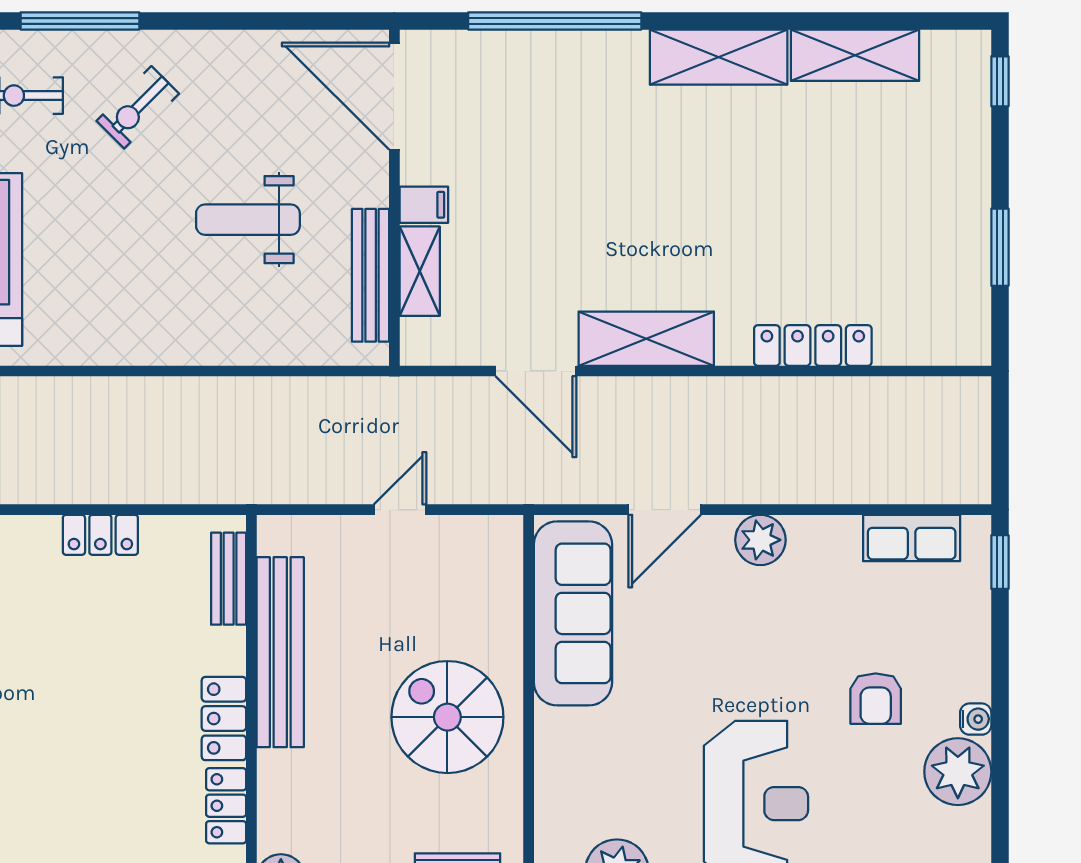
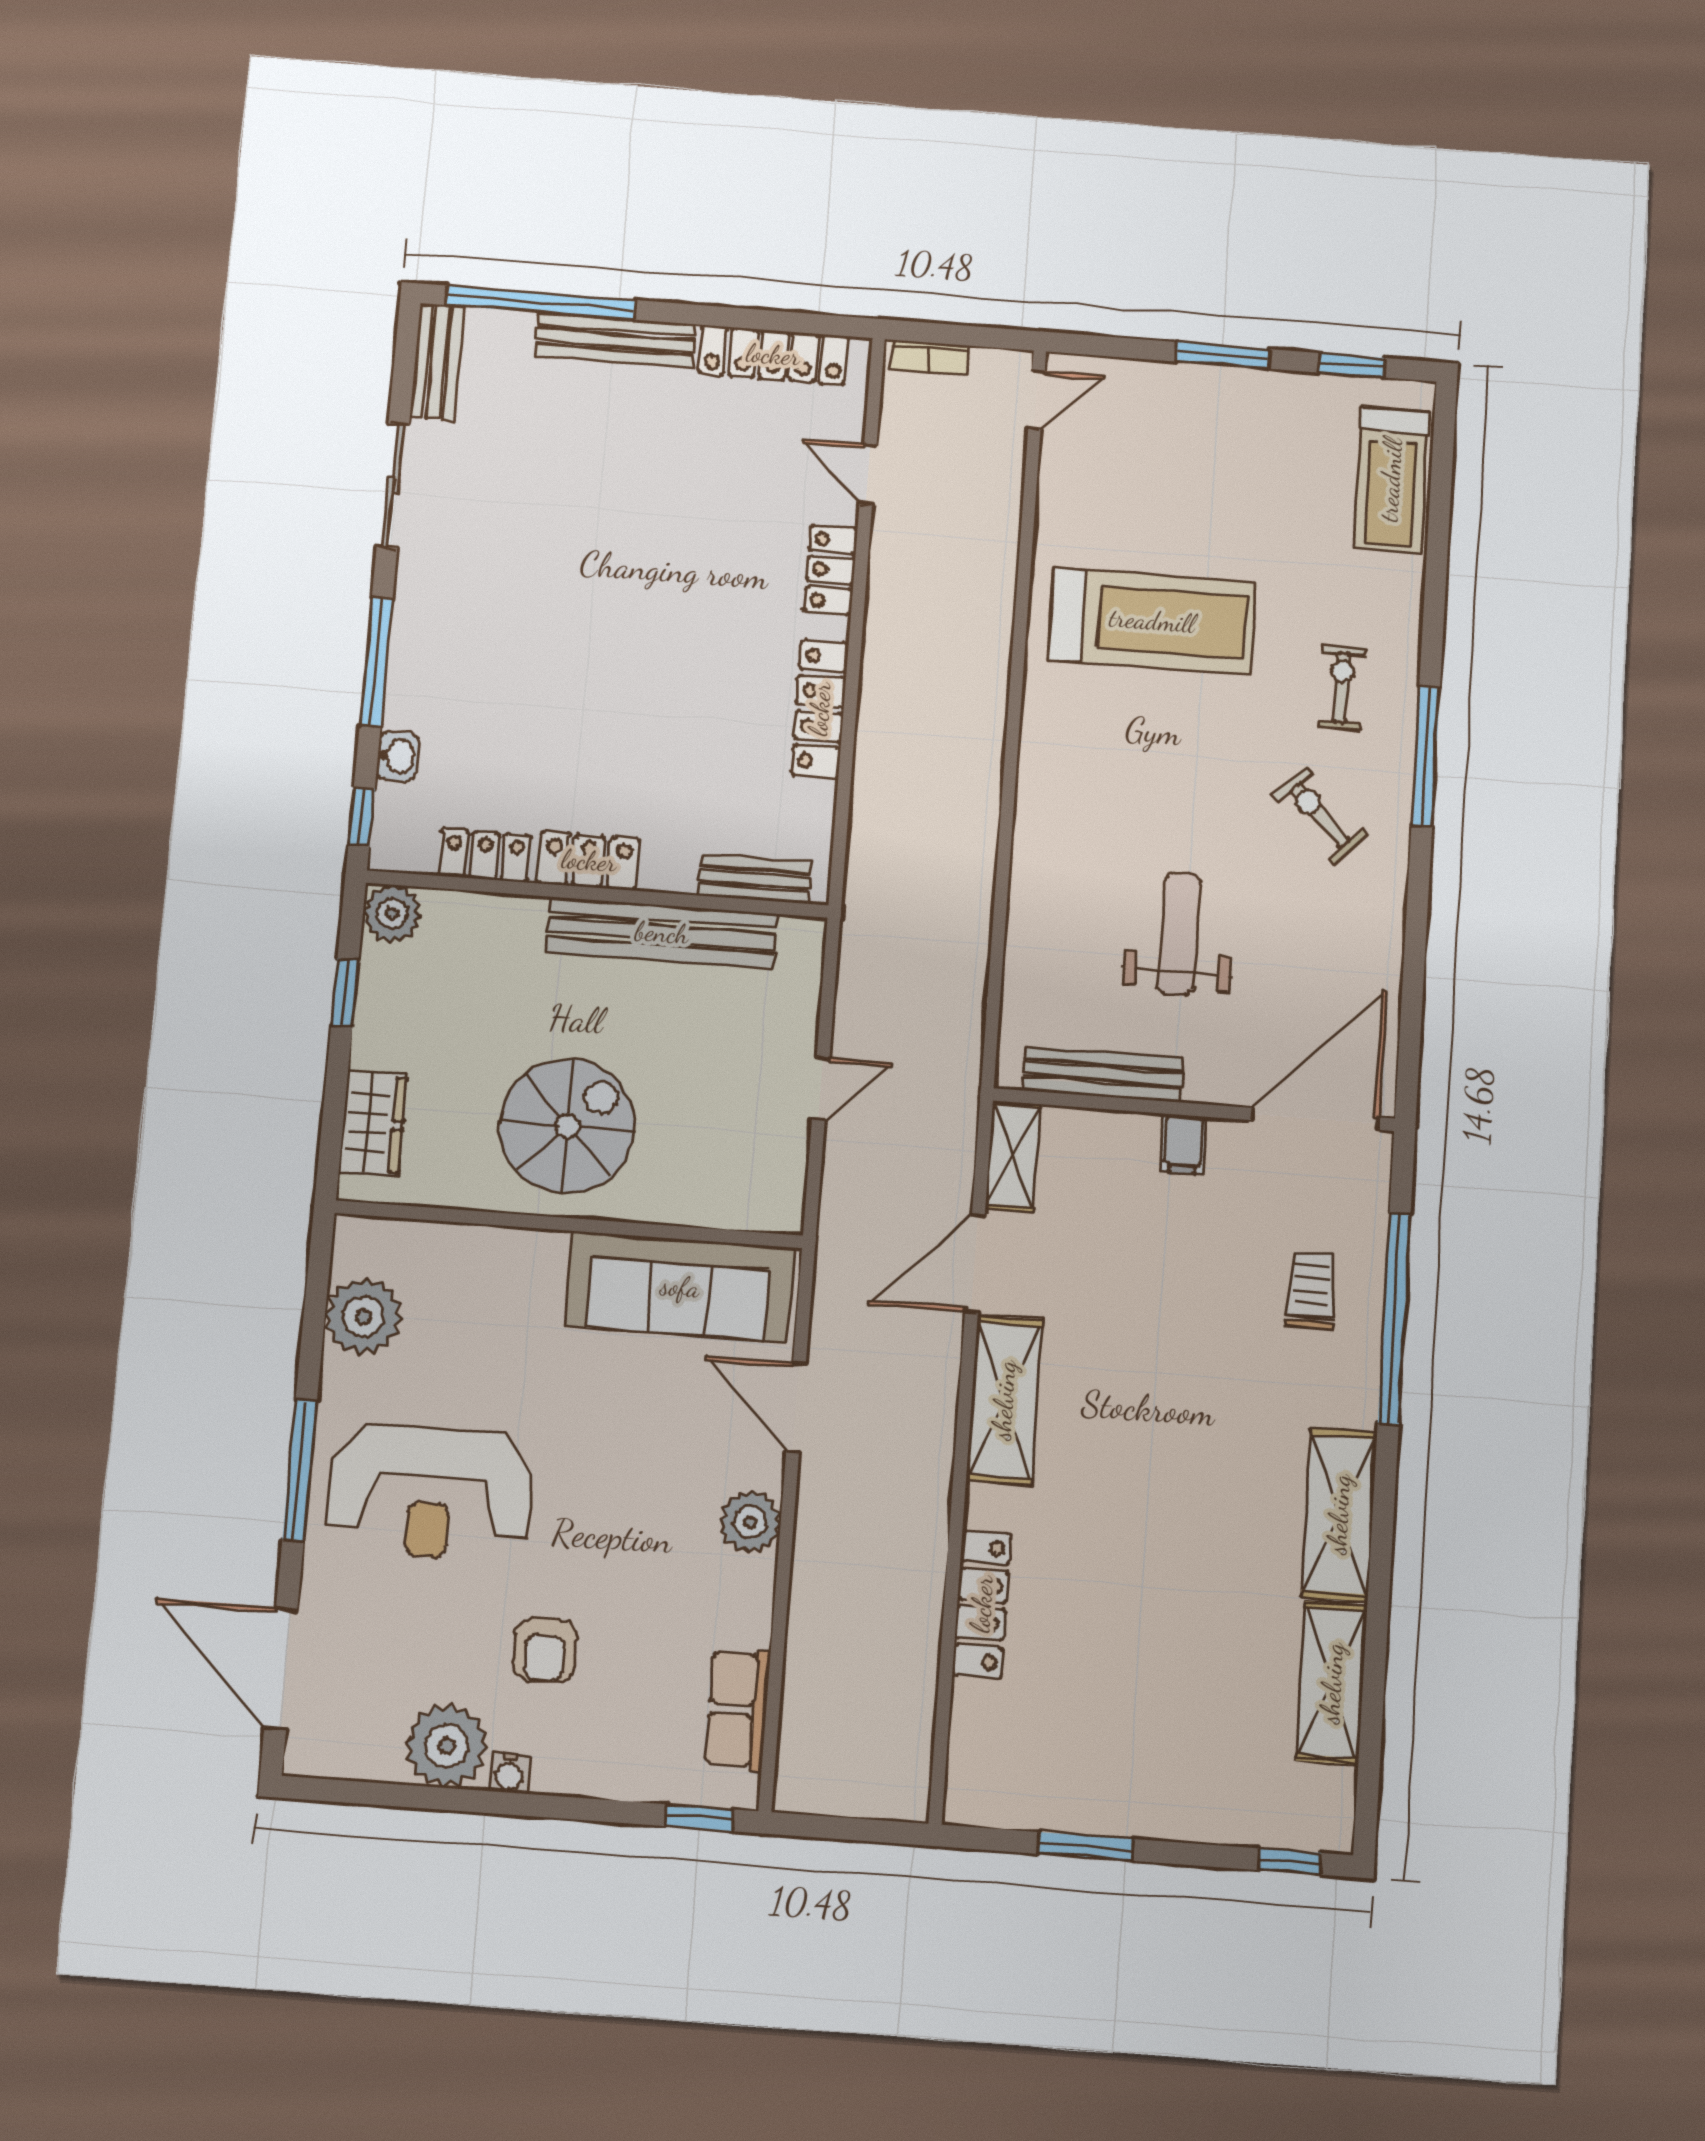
trolley: (537, 91) -> (1311, 1290), added
shelving: (420, 271) -> (1013, 1156), moved, turned 90
door: (400, 510) -> (821, 1088), hinge flipped
locker: (100, 535) -> (820, 709), width x1.53
armchair: (876, 699) -> (545, 1650), turned -90

